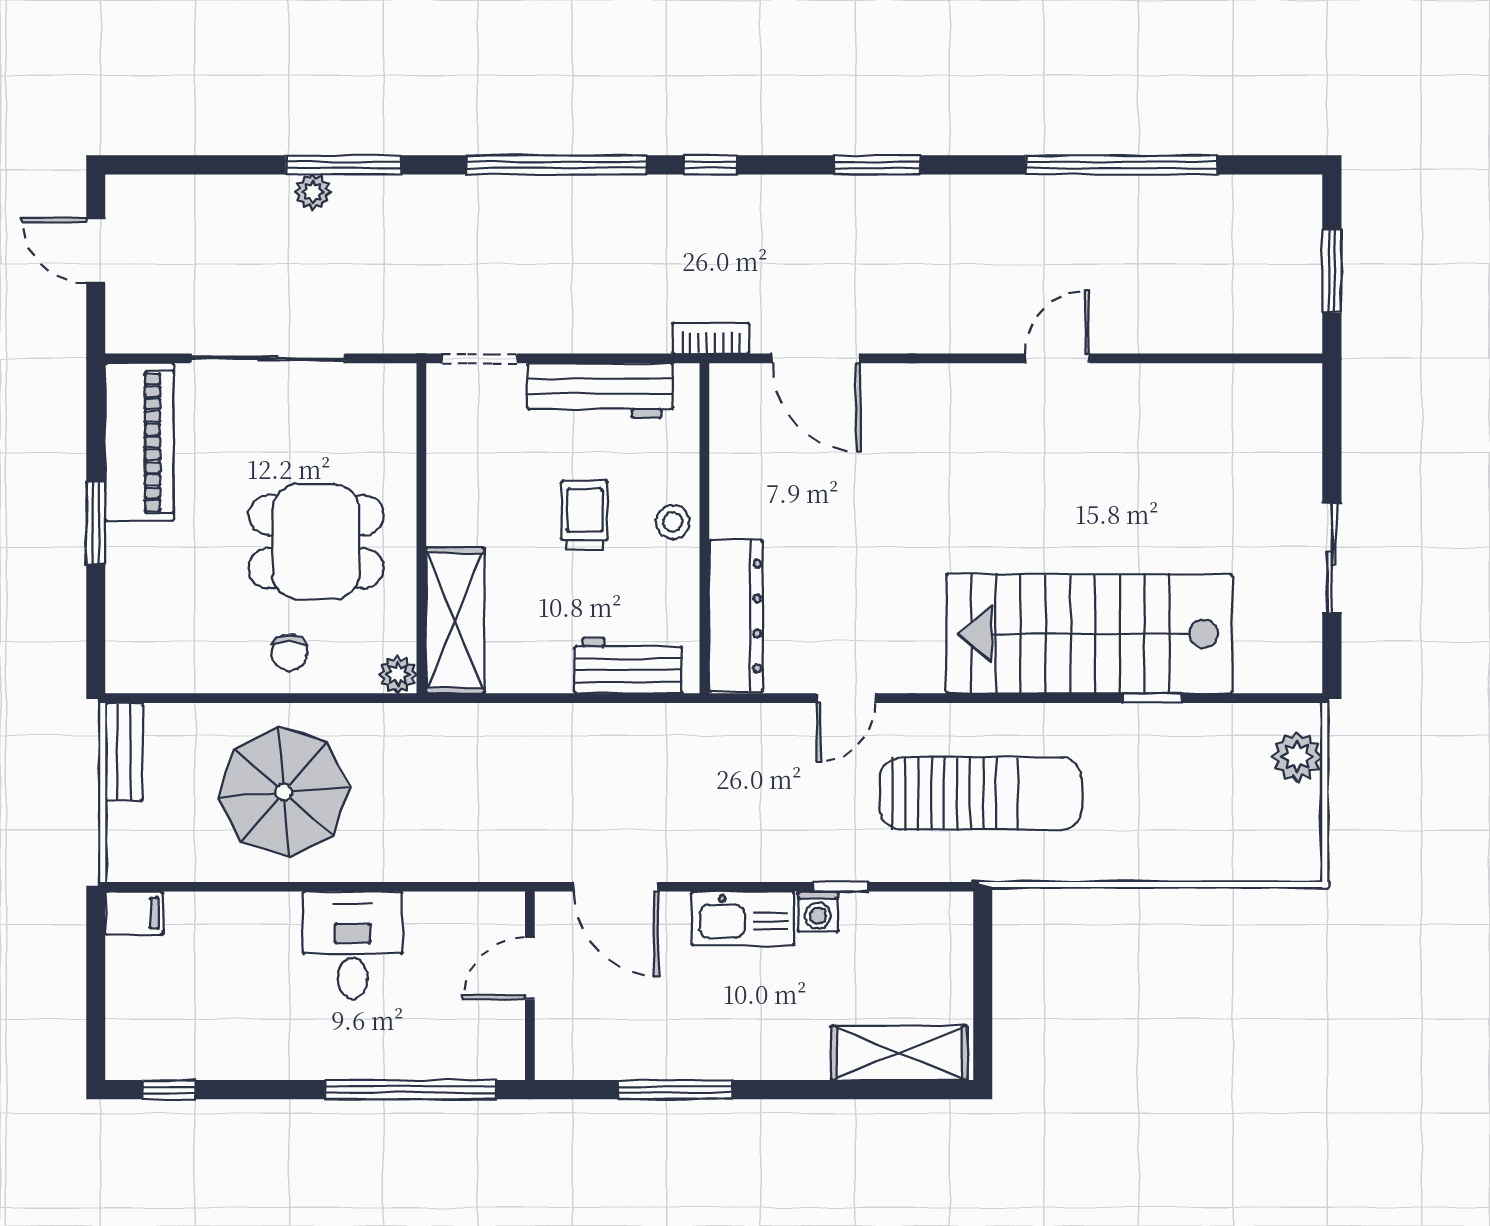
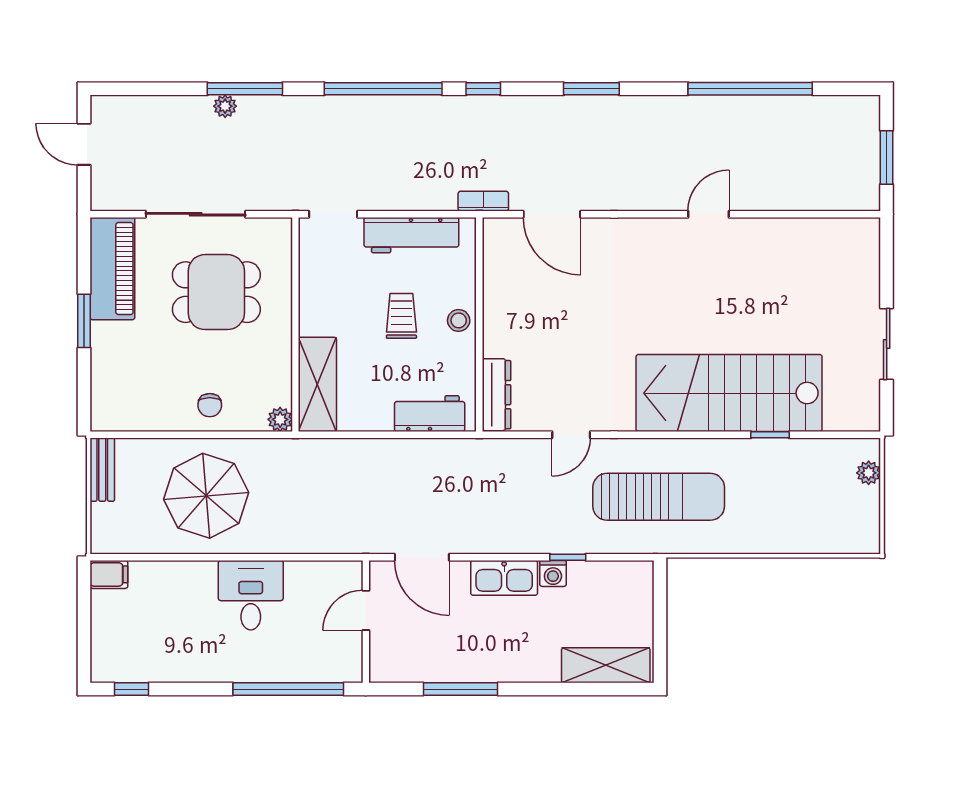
dining table: (316, 542) -> (216, 292), moved
dresser: (736, 616) -> (496, 395), width x0.73, depth x0.80
plant: (1297, 757) -> (869, 473), width x0.73, depth x0.73

